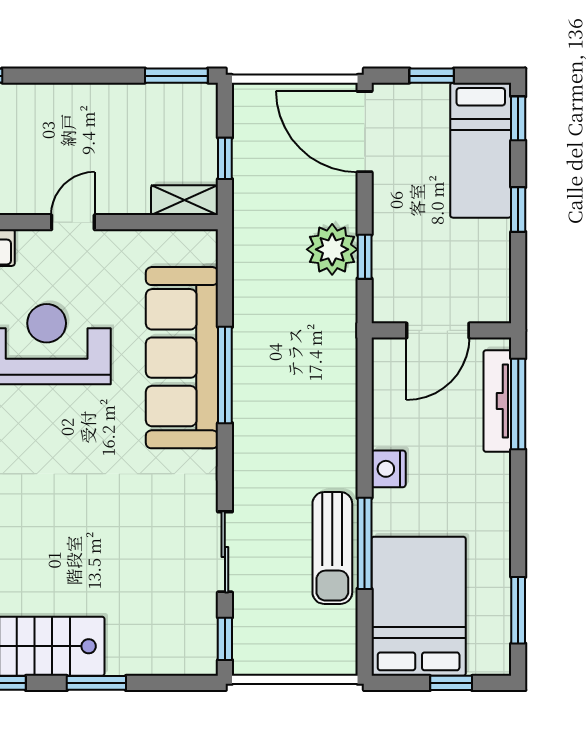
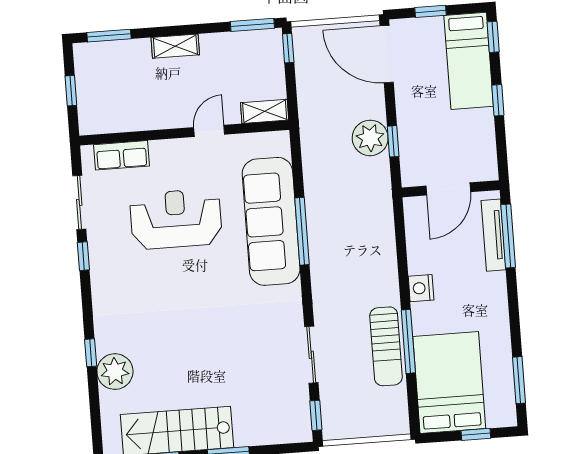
shelving: (64, 98) -> (175, 46), added
window: (225, 158) -> (288, 48), moved
door: (73, 222) -> (209, 131), moved

